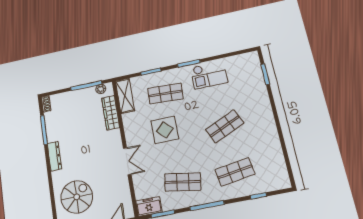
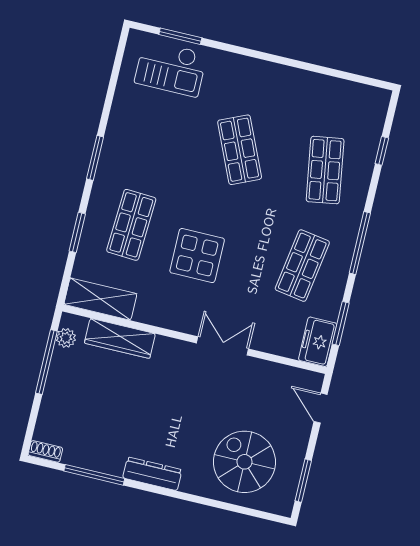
checkout: (209, 75) -> (171, 68), moved, turned 90

